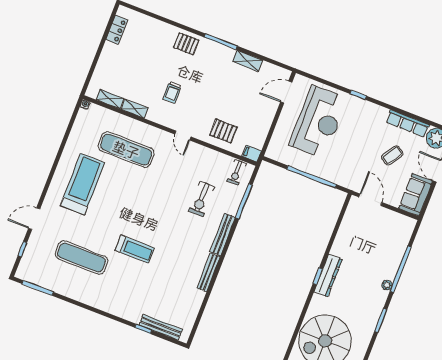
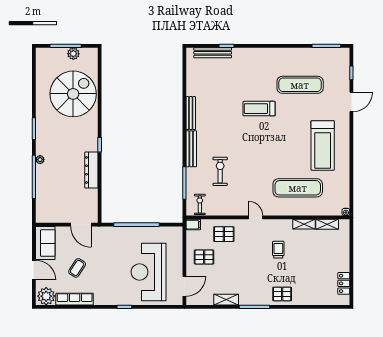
pallet: (254, 115) -> (204, 257), added
dresser: (328, 276) -> (91, 170), moved

